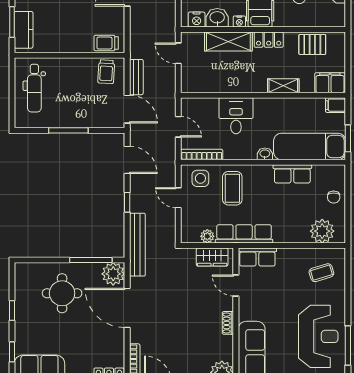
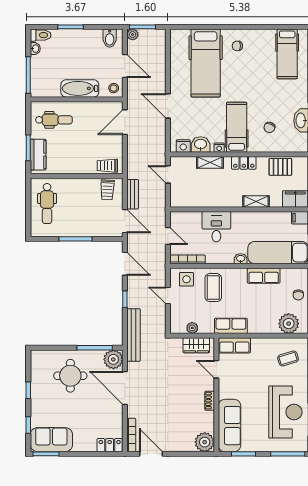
shelving: (228, 42) -> (210, 162), width x0.67, depth x0.75
row of seats: (244, 234) -> (231, 326), width x0.68

